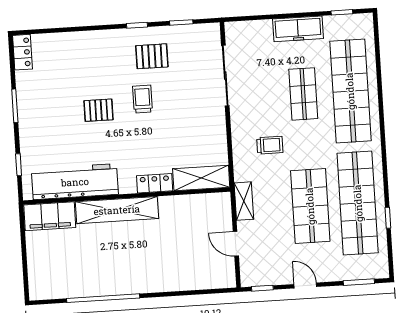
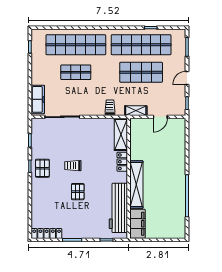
freezer: (298, 29) -> (38, 99), moved
locker: (23, 52) -> (47, 234), width x1.53
pallet: (152, 56) -> (42, 168), moved
trolley: (270, 145) -> (110, 107), moved

